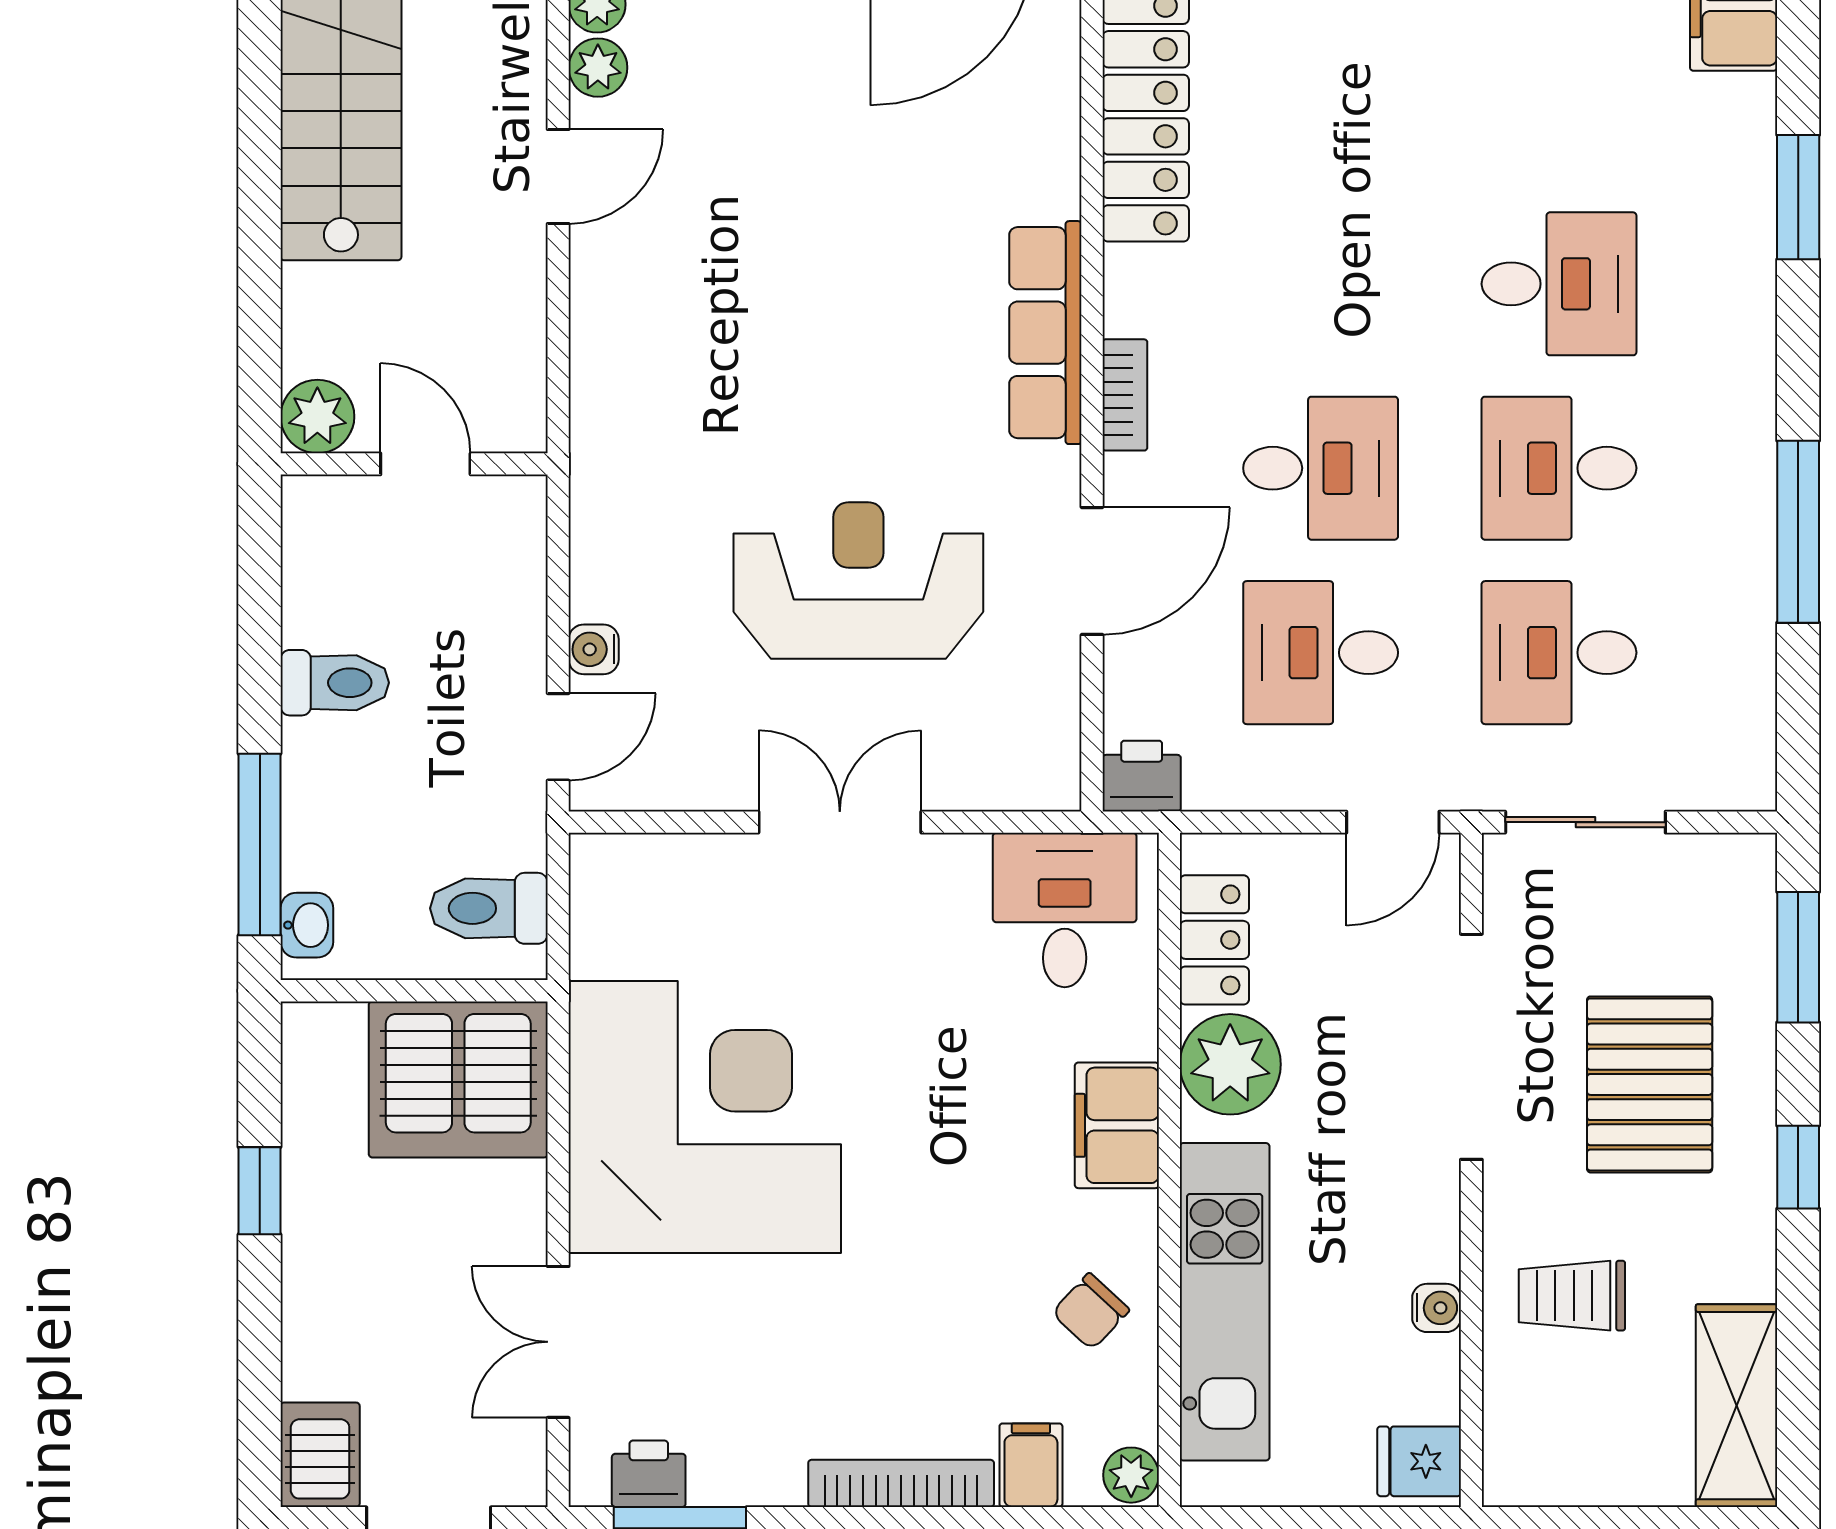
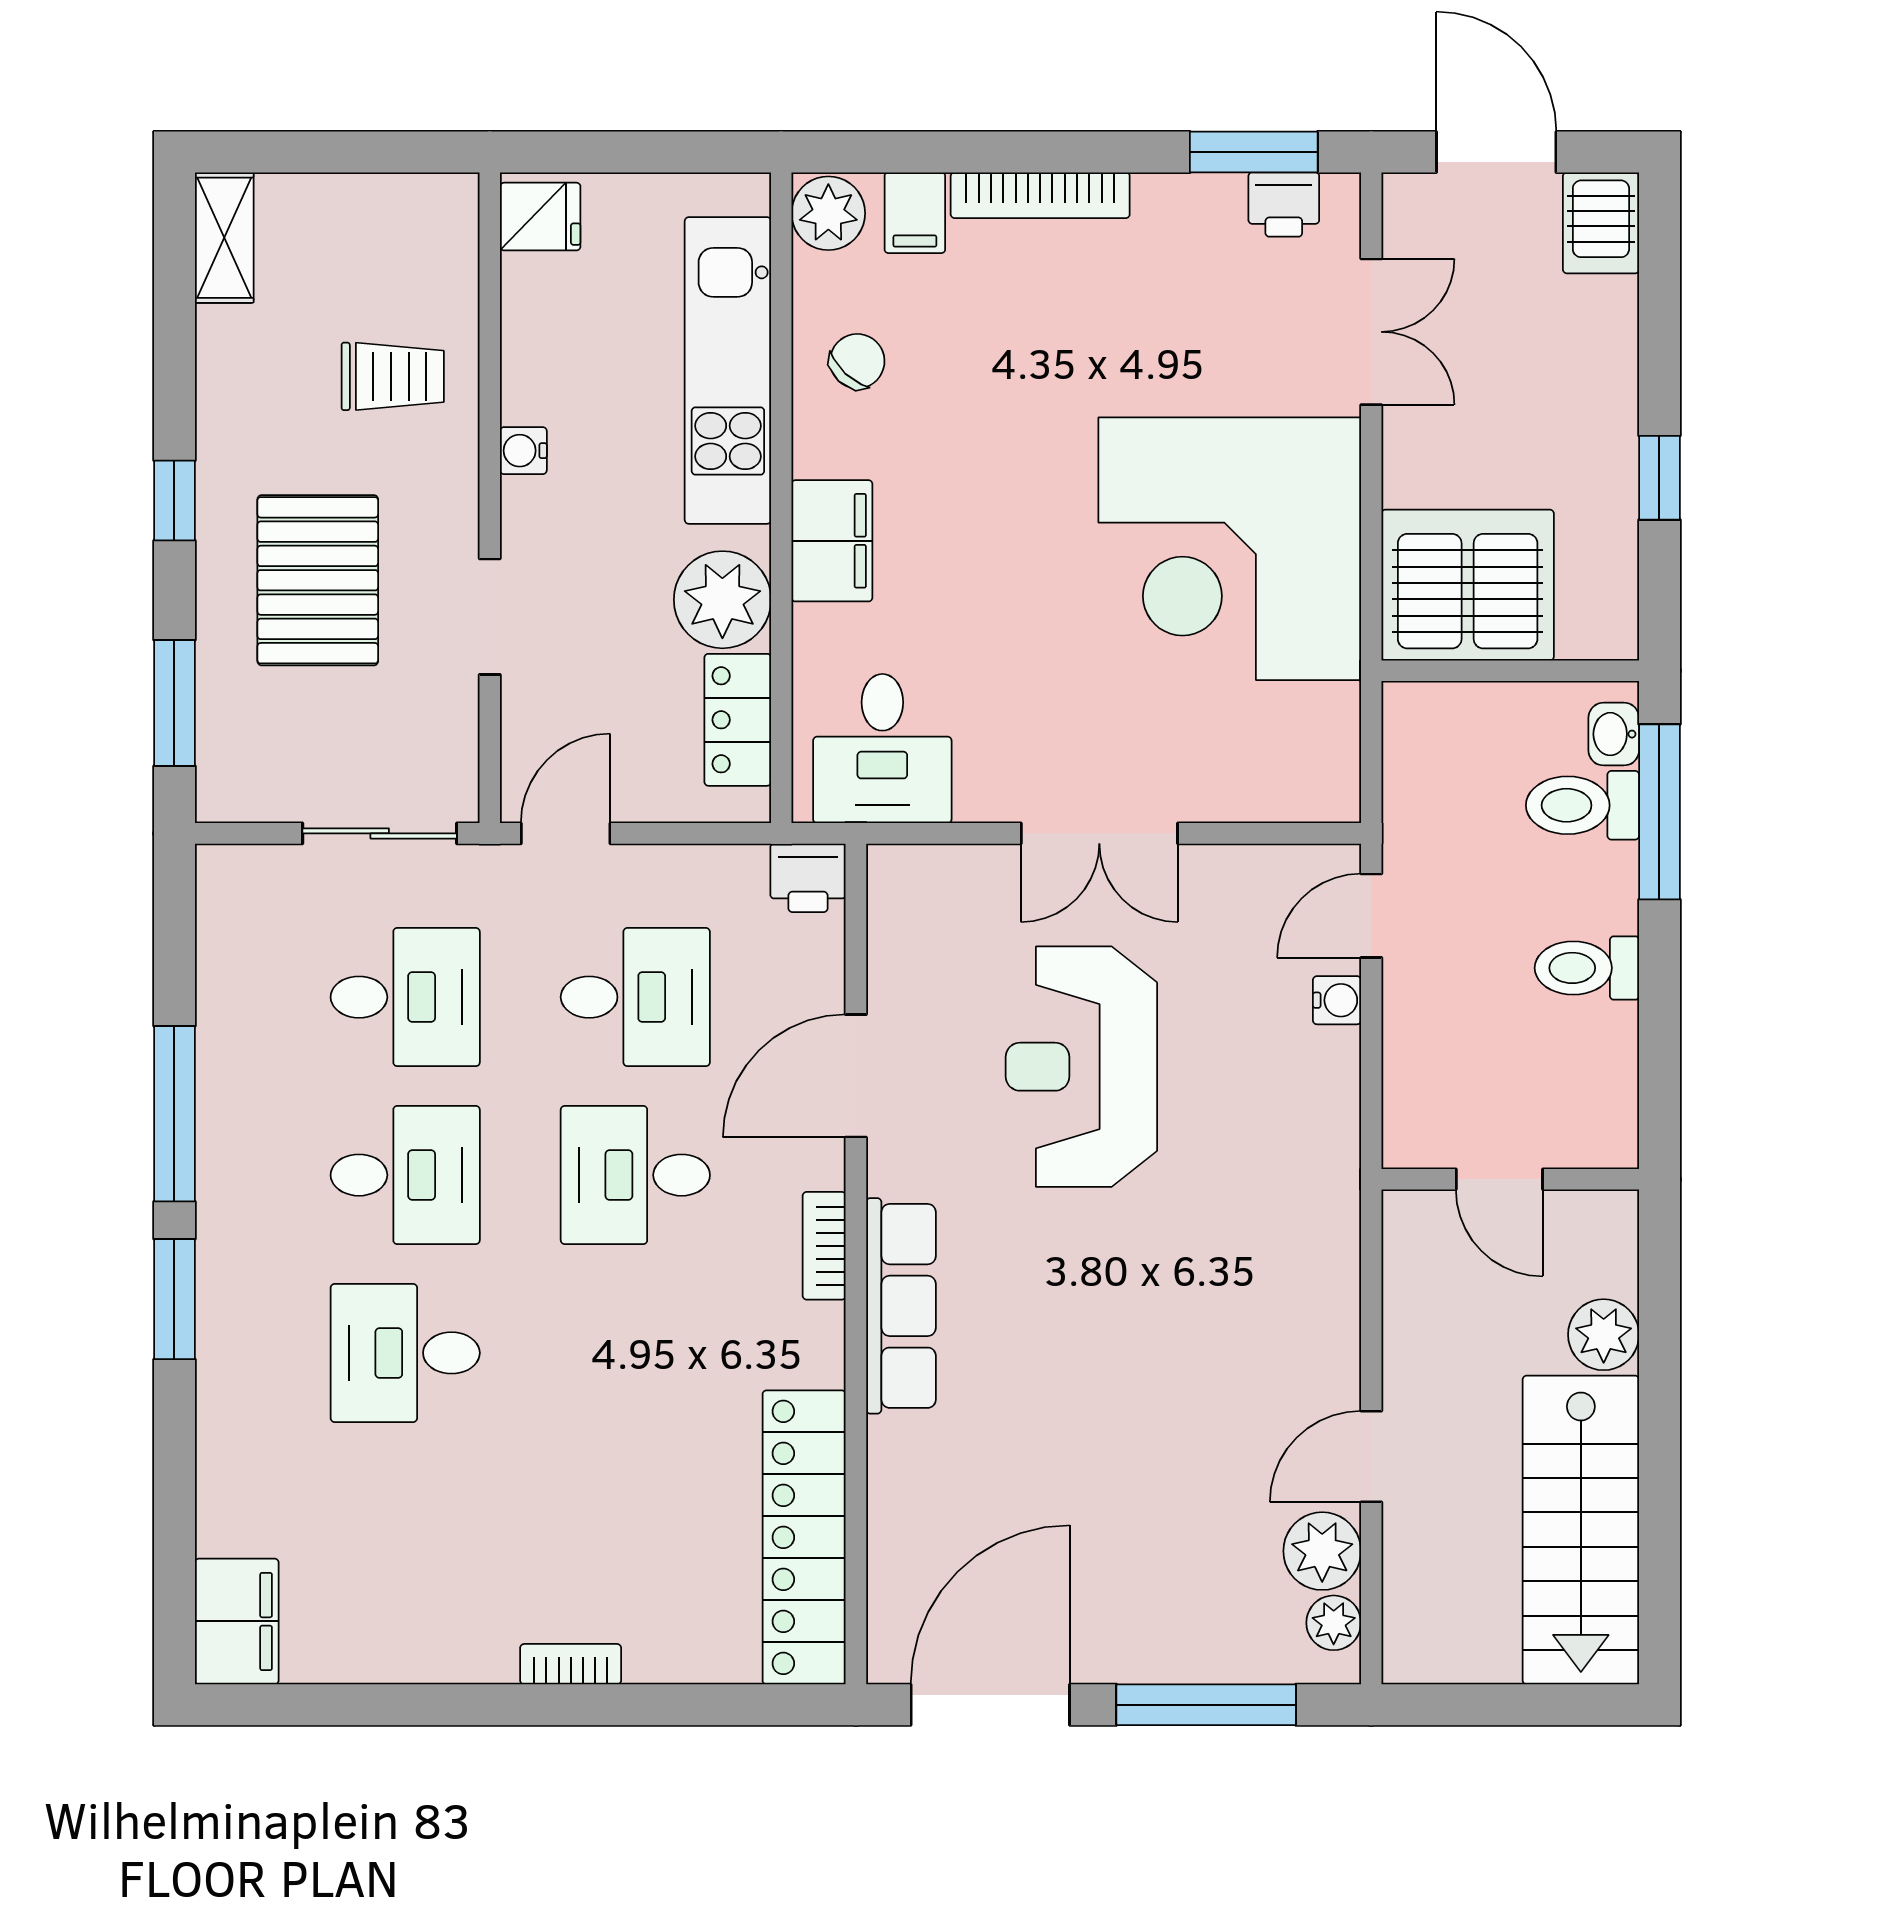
plant: (598, 68) -> (1322, 1551), width x1.38, depth x1.38
window: (1798, 197) -> (174, 1299), moved
plant: (317, 417) -> (1604, 1335), moved
reception desk: (858, 580) -> (1081, 1067), turned 90
toilet: (489, 908) -> (1582, 805), moved, turned 180
doorway: (1471, 1047) -> (490, 617), width x0.53
water cooler: (1437, 1308) -> (523, 451), moved
shelving: (1736, 1406) -> (224, 238), width x0.67, depth x0.75
plant: (1131, 1475) -> (828, 213), width x1.38, depth x1.38

